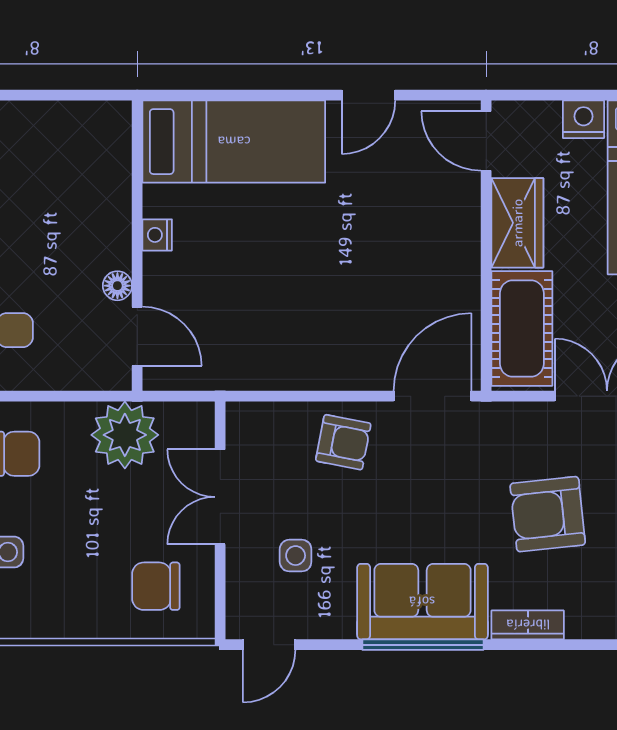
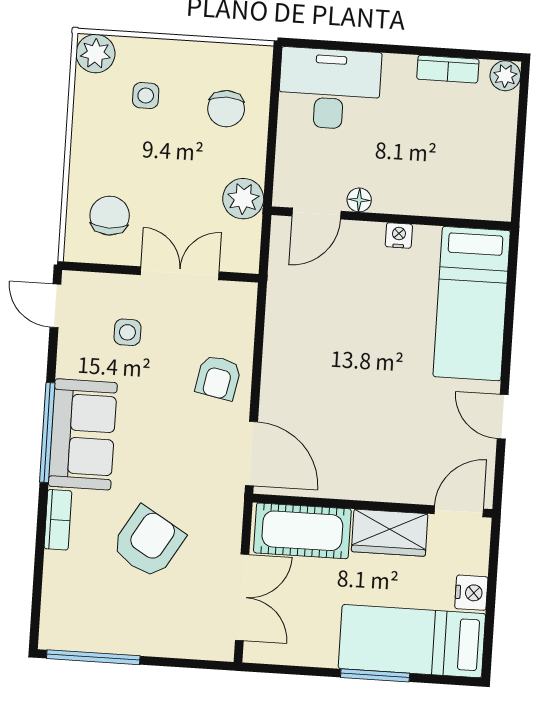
plant: (125, 435) -> (243, 199), width x0.73, depth x0.73
armchair: (548, 514) -> (148, 542), turned 37

